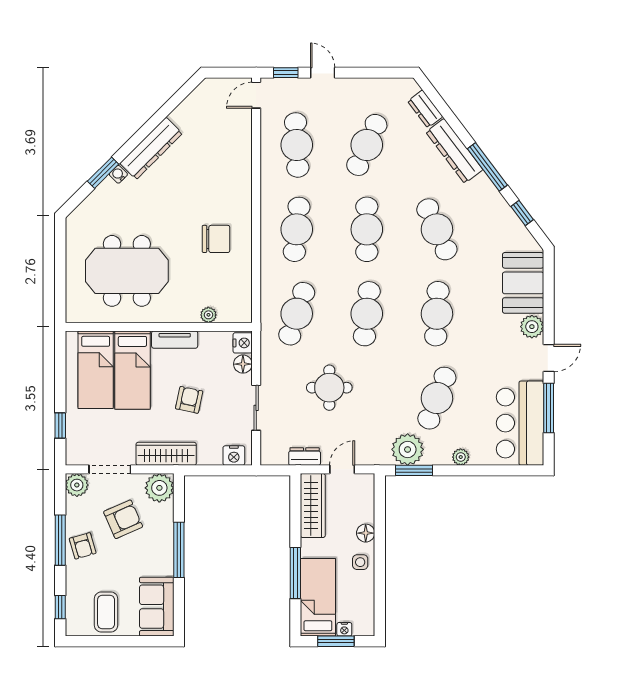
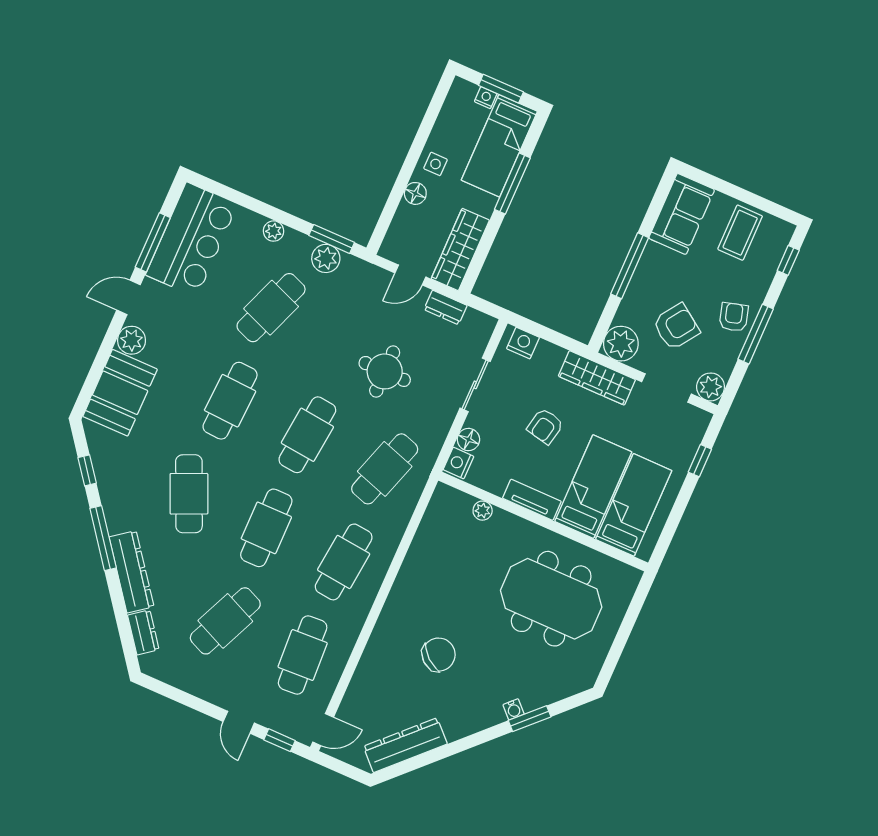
dresser: (151, 148) -> (405, 745), moved
chair: (216, 239) -> (439, 655), moved, turned 130
plant: (408, 449) -> (326, 258), width x0.73, depth x0.73
armchair: (123, 519) -> (676, 327), turned 149

